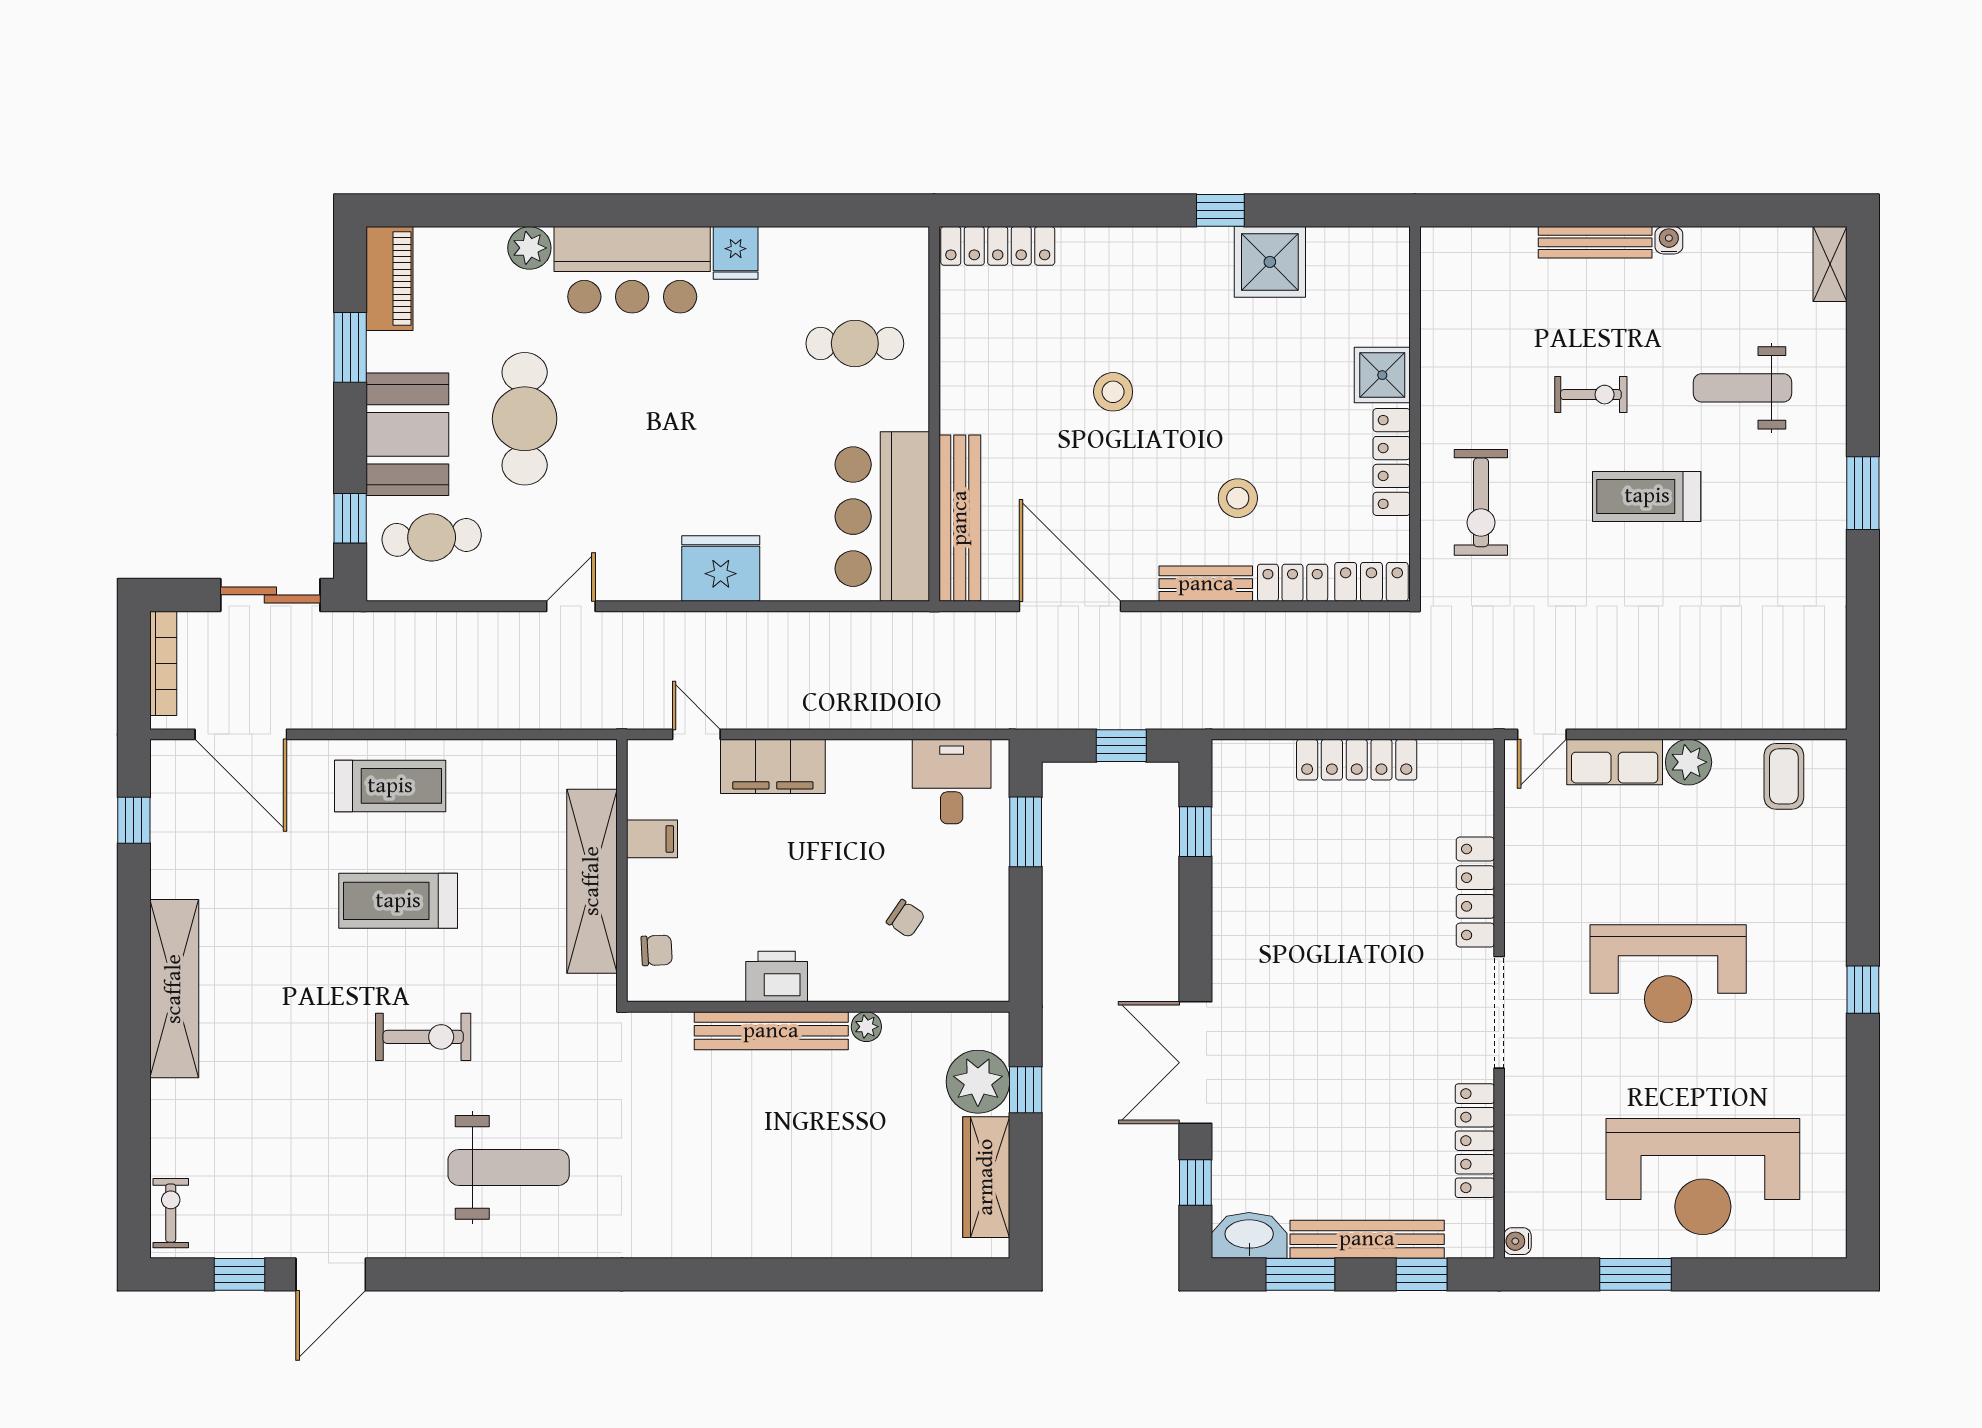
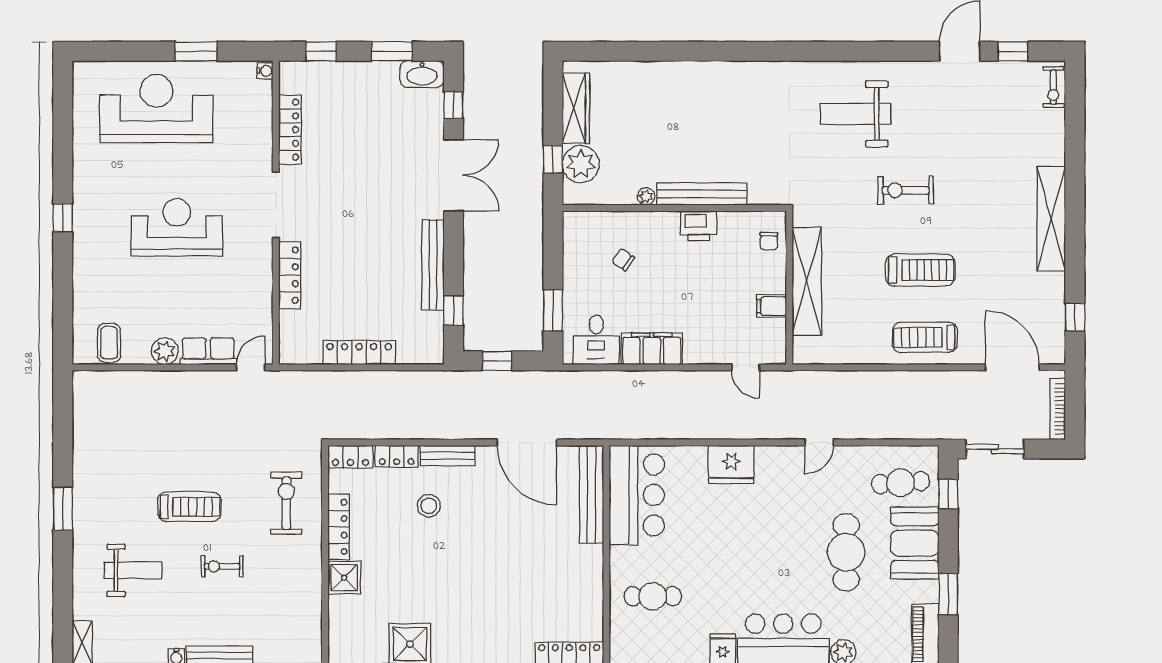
stool: (1113, 392) -> (502, 568), removed
filing cabinet: (773, 766) -> (652, 349), moved
chair: (657, 950) -> (769, 241), turned -87
bench: (1367, 1239) -> (433, 265), moved, turned 90

